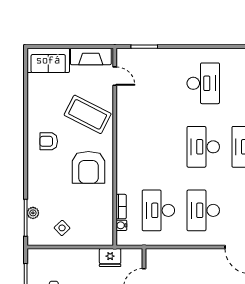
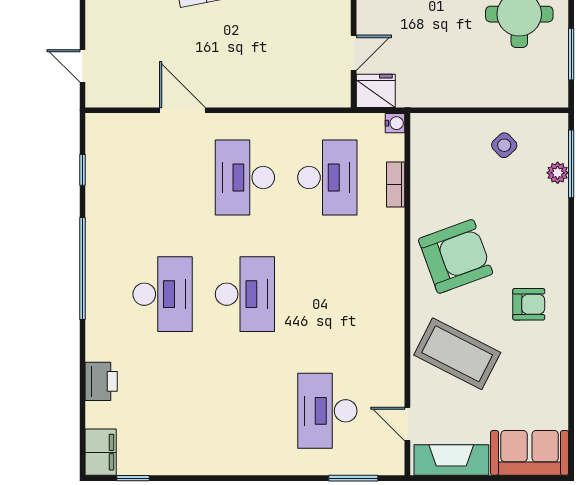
desk: (203, 83) -> (327, 411), moved
armchair: (88, 167) -> (456, 256), turned 70
desk: (203, 210) -> (245, 178), turned 180
water cooler: (121, 225) -> (395, 123), moved
fridge: (110, 258) -> (376, 91), moved

